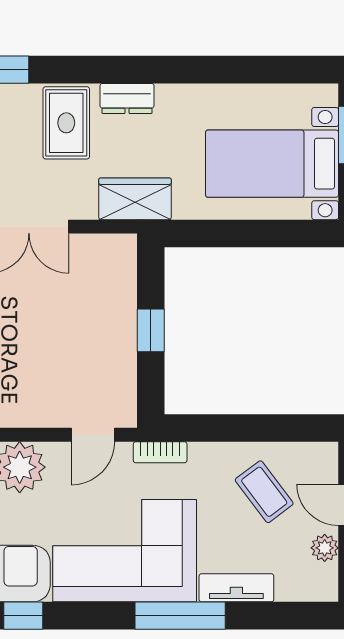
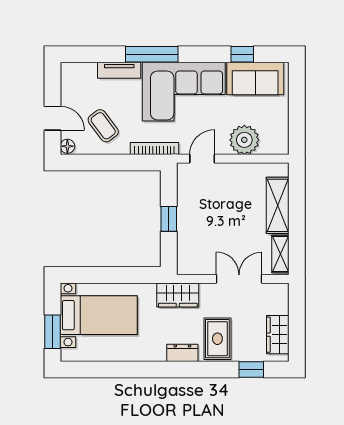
bookcase: (160, 452) -> (155, 149), width x1.56
floor lamp: (326, 456) -> (67, 146), added
plant: (325, 548) -> (68, 93), removed

